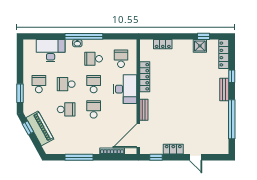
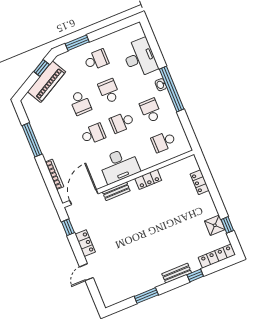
school desk: (121, 59) -> (163, 142), turned 180
locker: (145, 77) -> (148, 179), width x0.66
school desk: (94, 84) -> (122, 122), turned 180
desk: (125, 89) -> (119, 165), moved
window: (232, 119) -> (146, 296), width x0.47
door: (138, 136) -> (84, 197), hinge flipped

